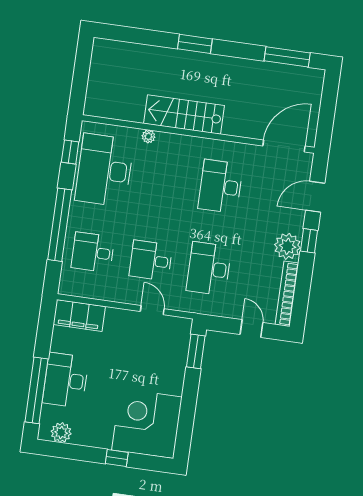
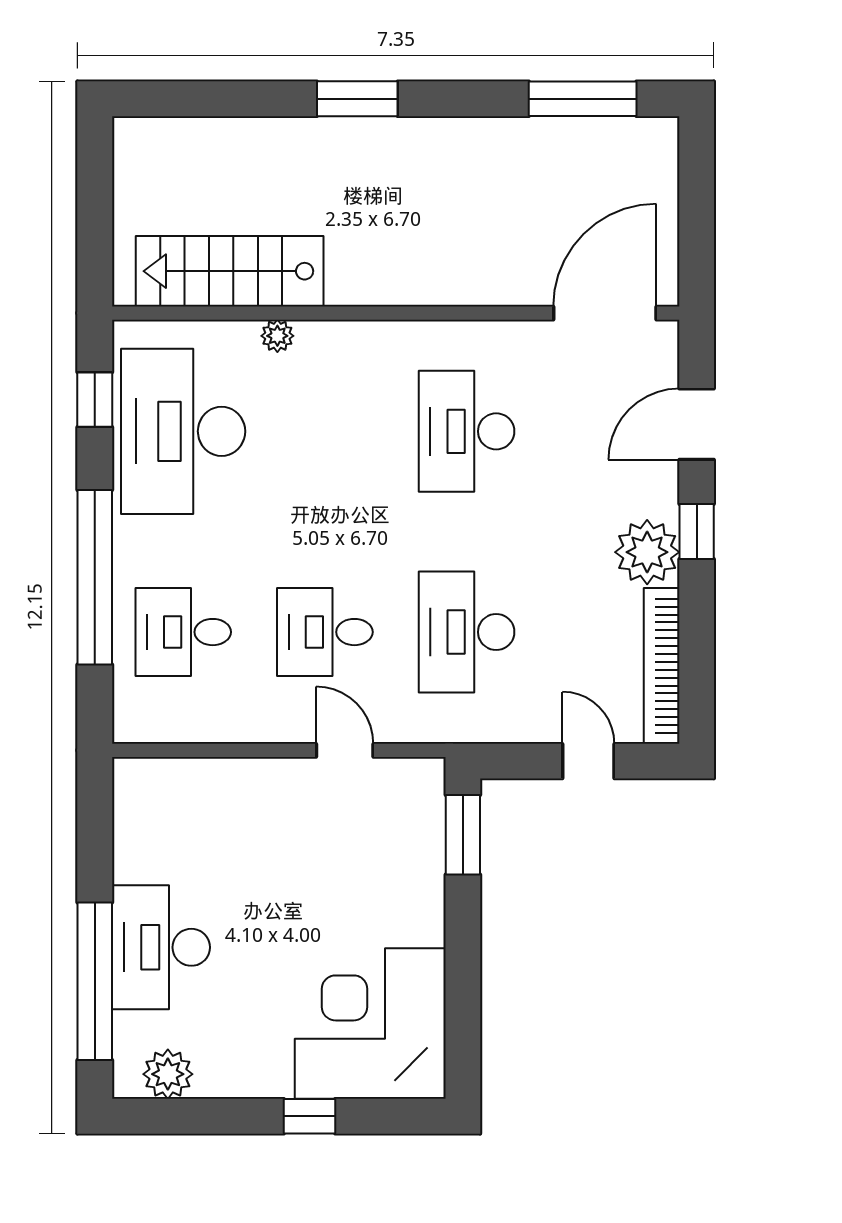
stairs: (184, 114) -> (230, 271), moved
filing cabinet: (79, 315) -> (172, 788), removed

